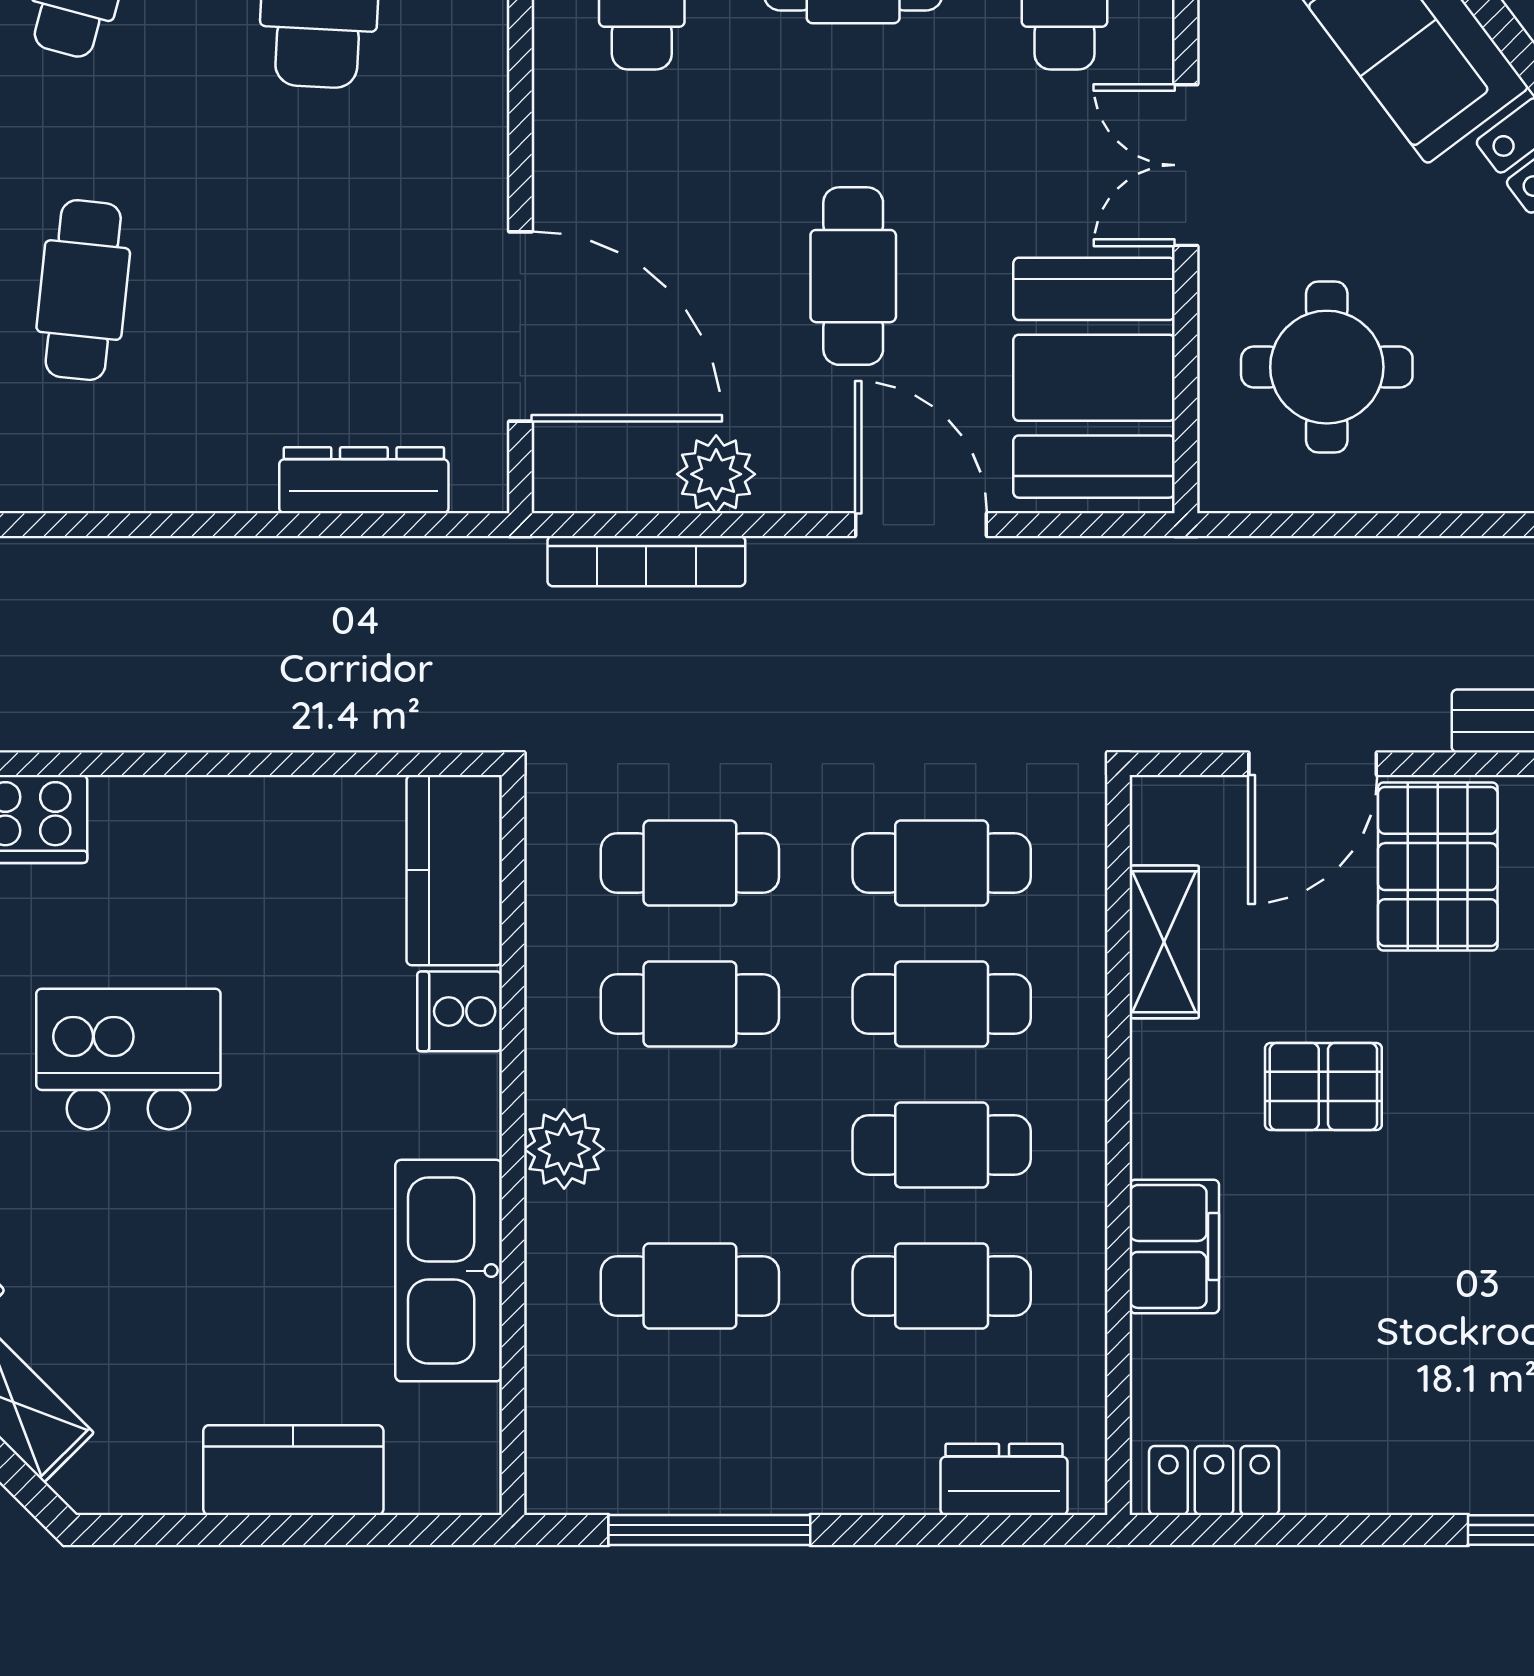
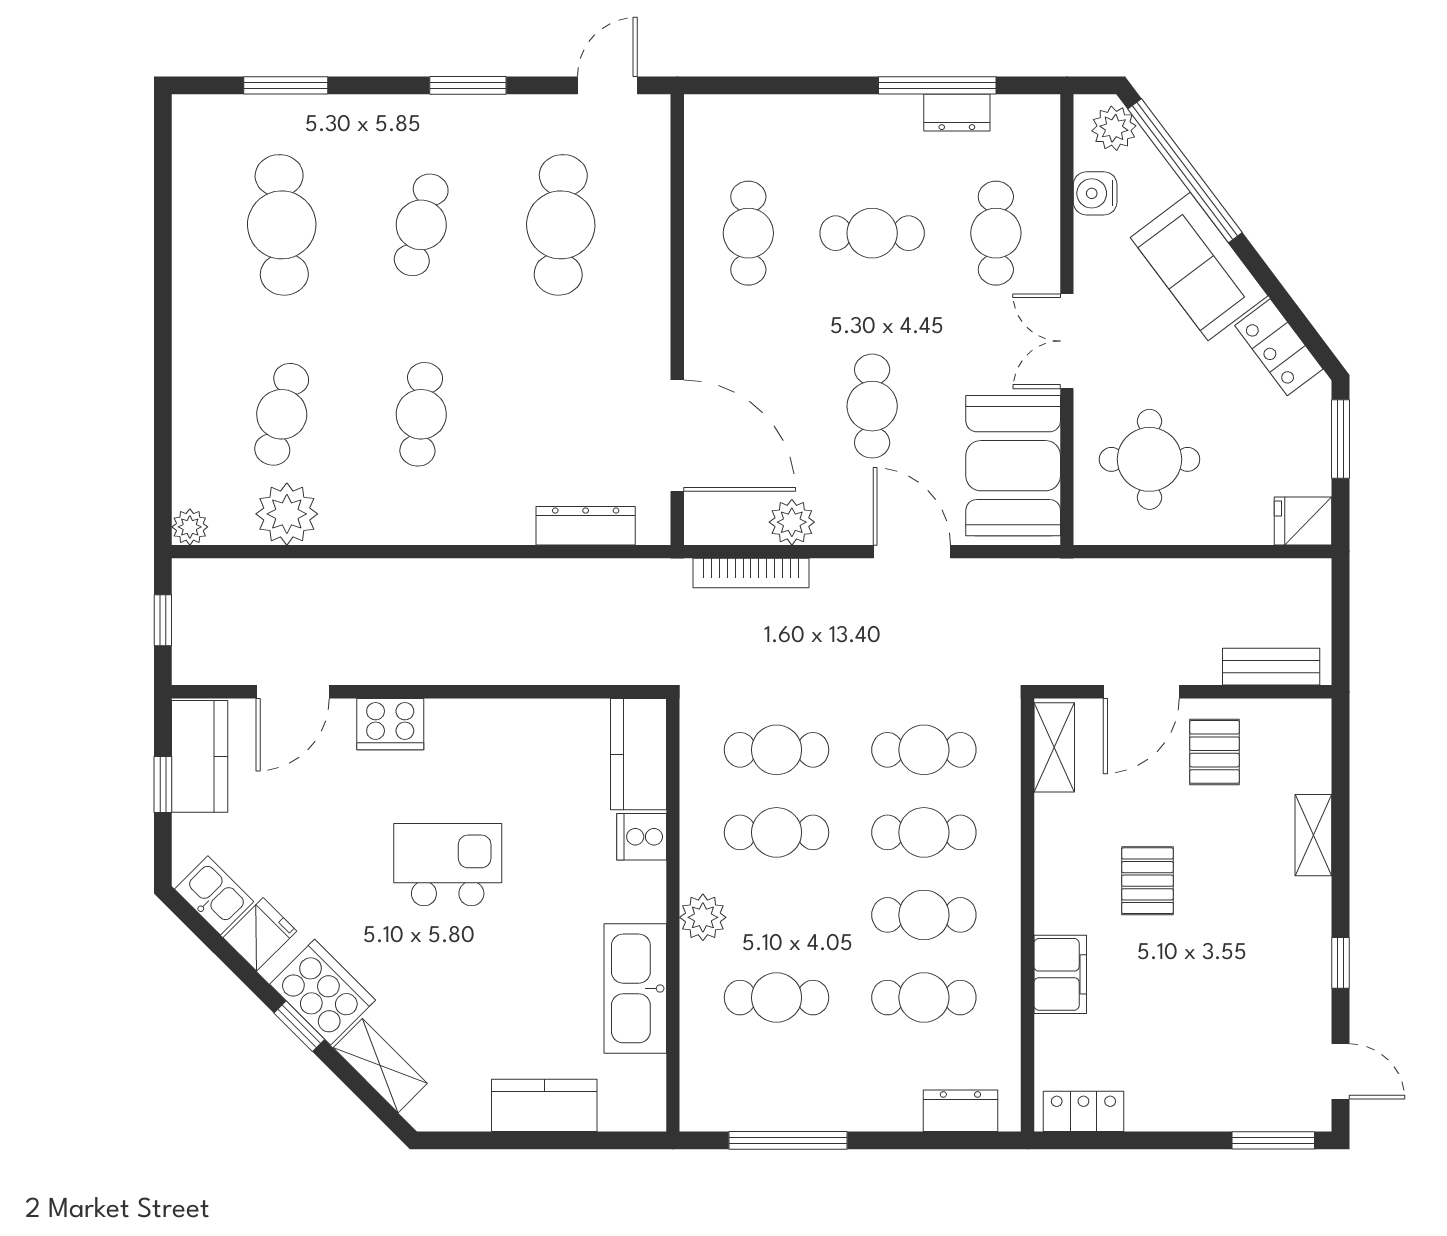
pallet: (1438, 867) -> (1214, 752), width x0.67, depth x0.71
shelving: (1164, 942) -> (1054, 747), moved
pallet: (1323, 1087) -> (1147, 881), turned 90

